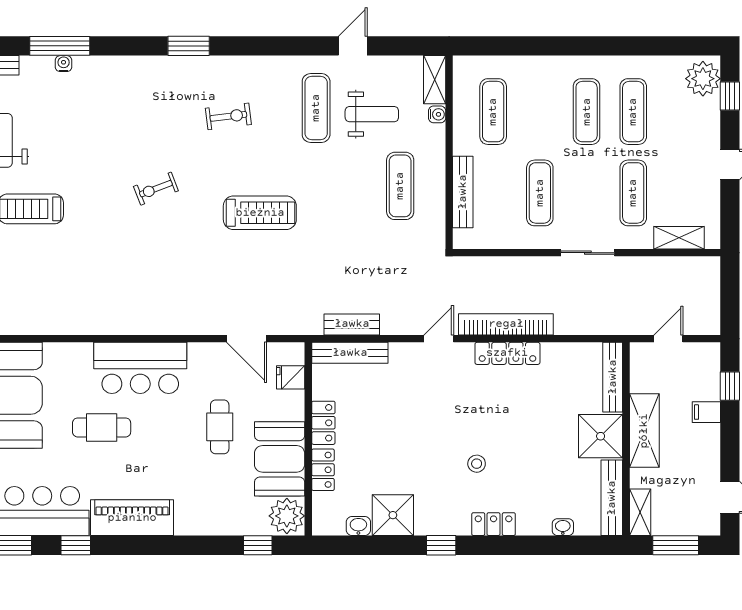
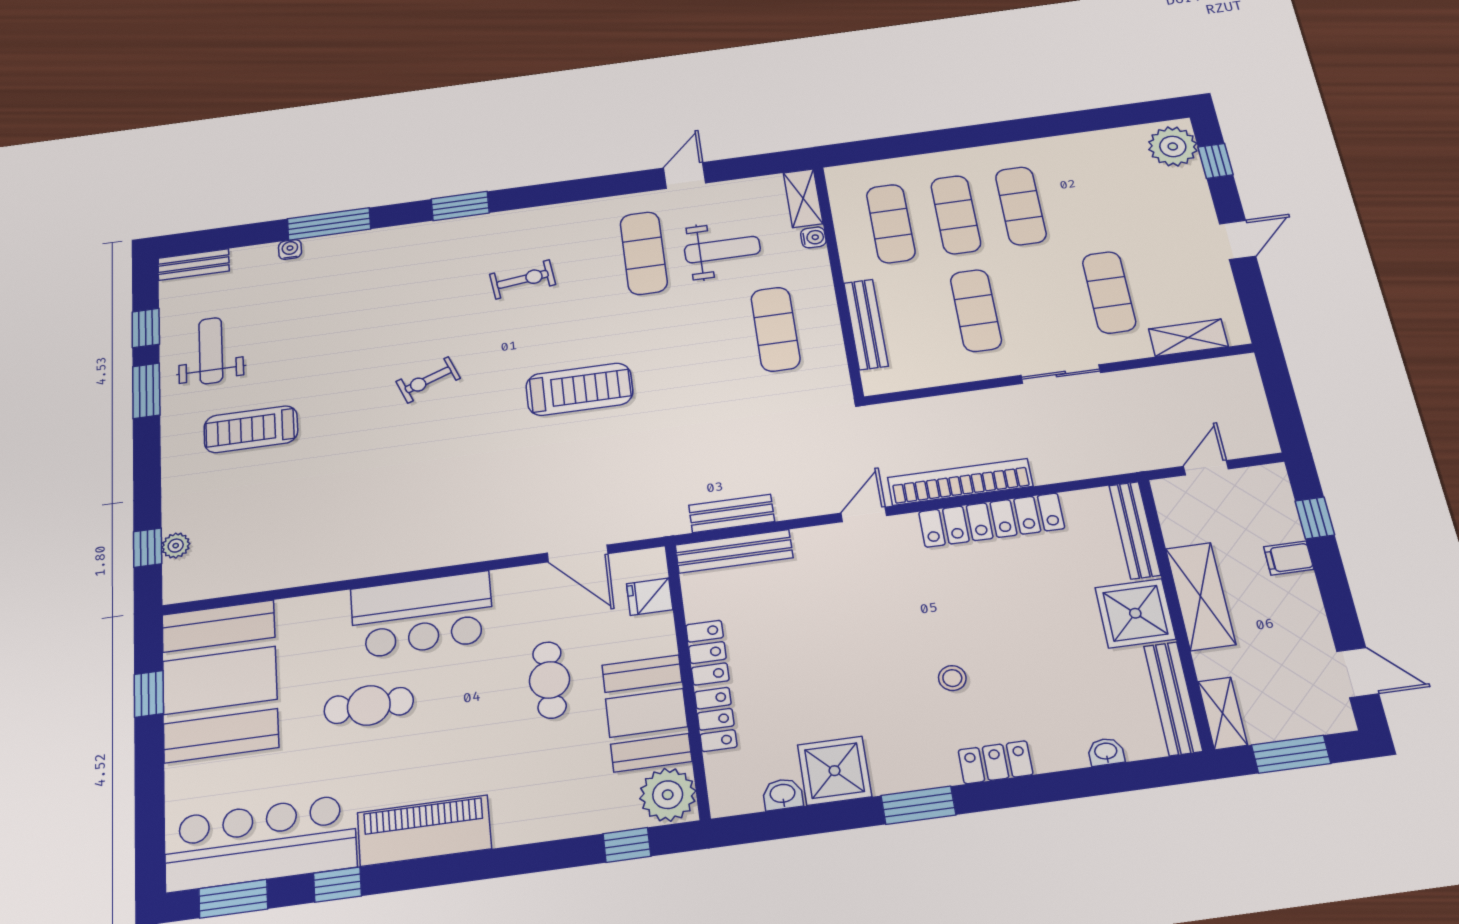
window: (60, 46) -> (329, 224), moved
exercise mat: (633, 112) -> (956, 215), moved
locker: (507, 353) -> (992, 520), width x1.41, depth x1.21
window: (441, 545) -> (918, 805), width x1.50

